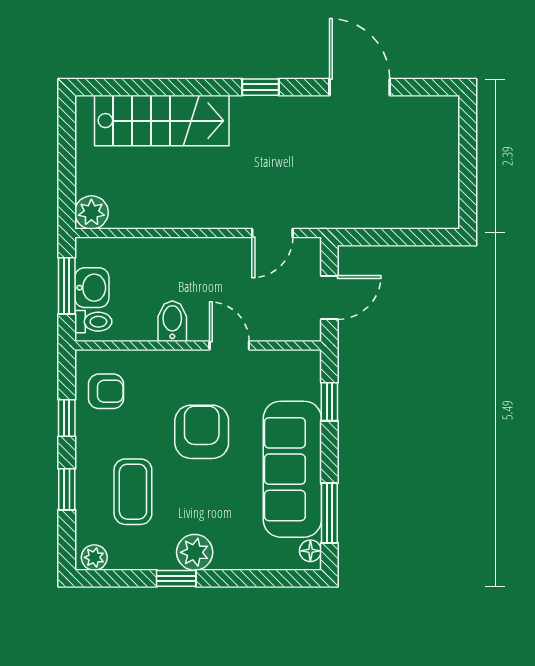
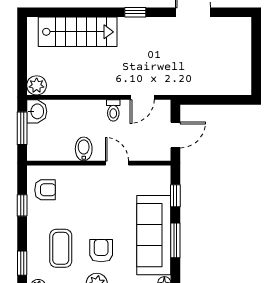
washbasin: (92, 288) -> (37, 111), moved
toilet: (93, 322) -> (113, 110), moved, turned 90
armchair: (202, 432) -> (101, 251), moved, width x0.72, depth x0.72
window: (67, 489) -> (22, 263), moved
window: (329, 513) -> (175, 240), moved

